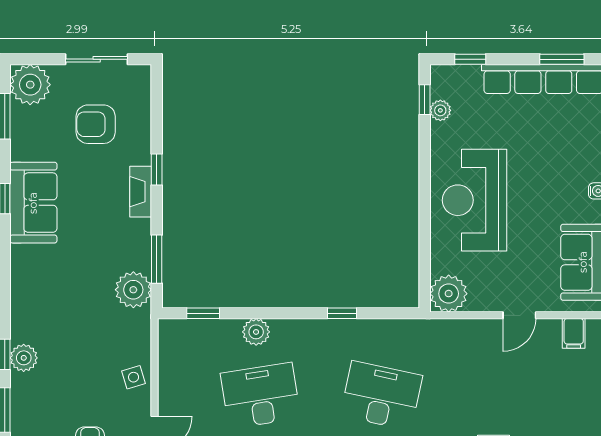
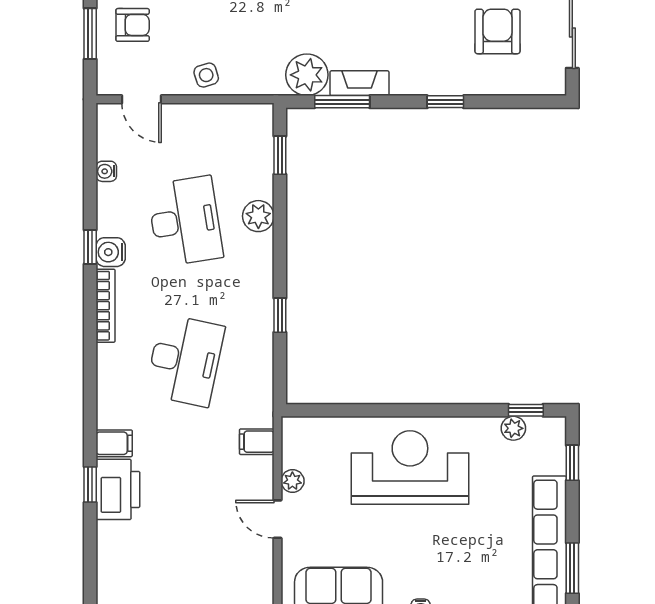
fireplace: (141, 192) -> (359, 83), moved
plant: (449, 294) -> (292, 481), moved, width x0.53, depth x0.53
filing cabinet: (574, 333) -> (257, 442), moved

